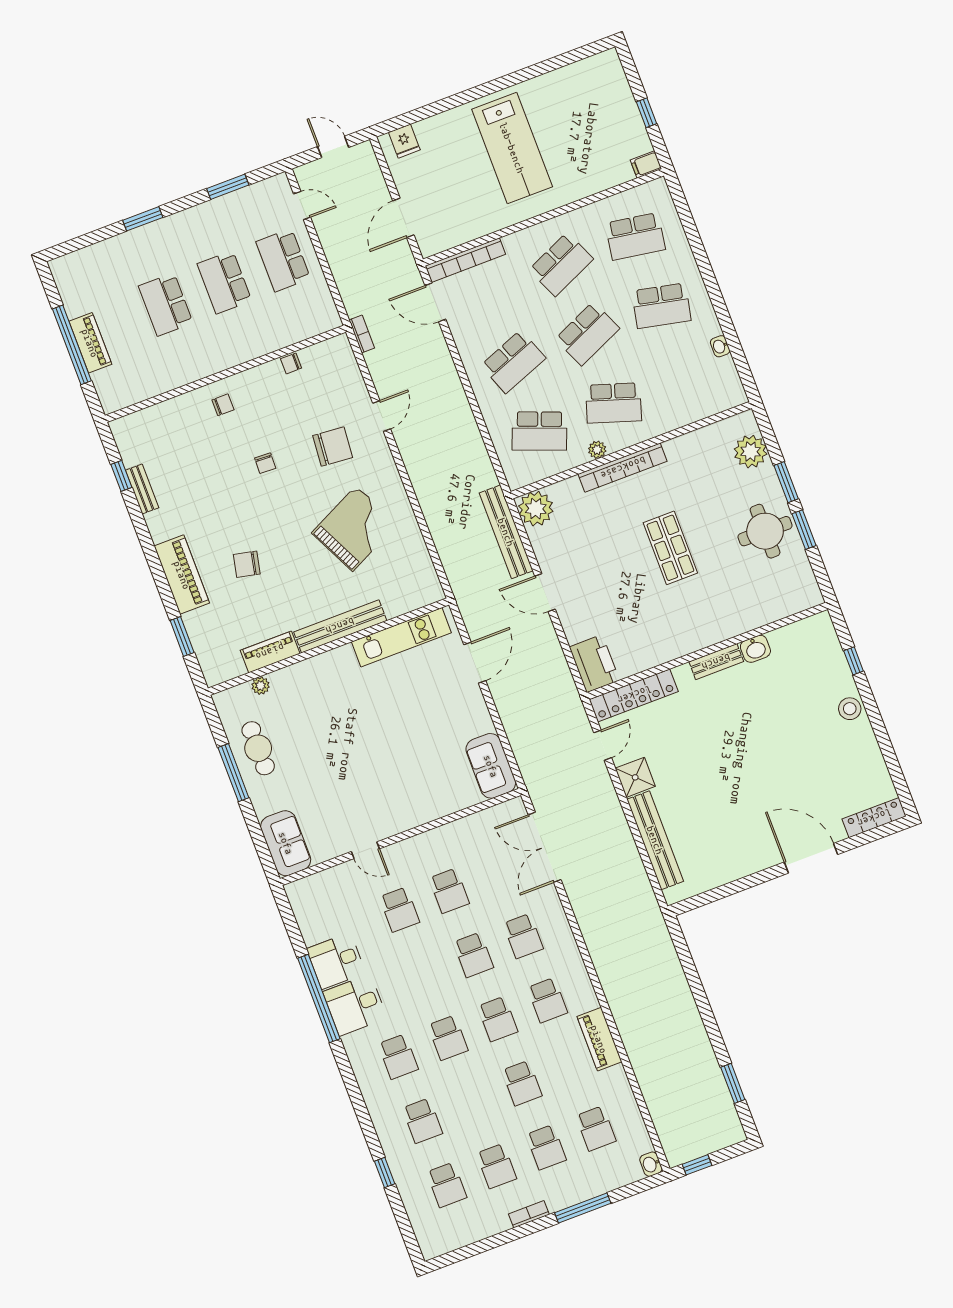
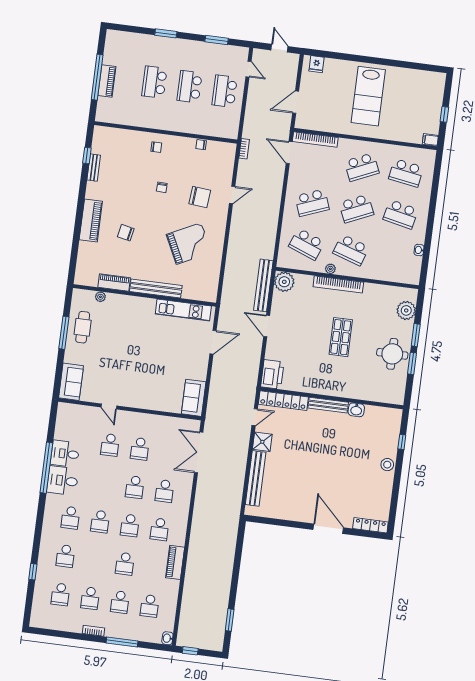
window: (182, 636) -> (74, 251), removed
bench: (716, 662) -> (328, 405), width x1.36

